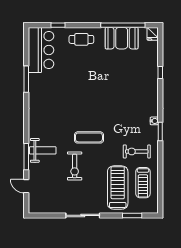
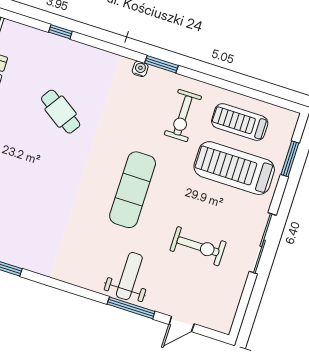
cafe table: (118, 86) -> (61, 112), added
exercise mat: (89, 137) -> (133, 190), width x1.36, depth x1.45
exercise bike: (75, 166) -> (198, 246), moved
treadmill: (143, 183) -> (240, 122), turned 180

